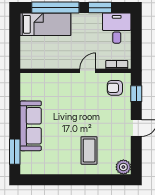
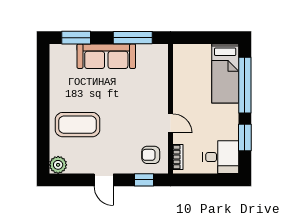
armchair: (115, 88) -> (151, 155), turned -90
window: (15, 103) -> (133, 38), added
coffee table: (89, 150) -> (77, 125), width x1.36, depth x1.32

